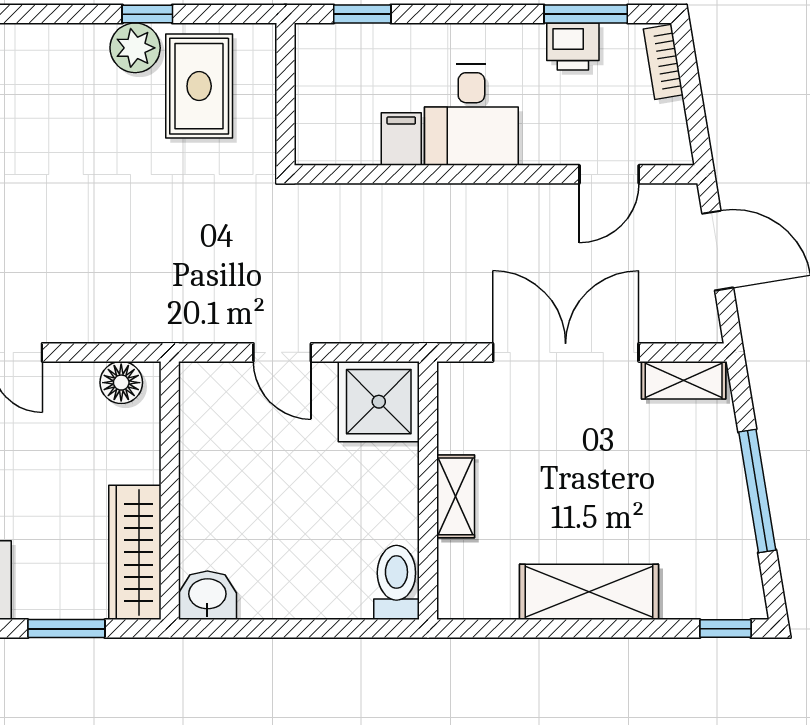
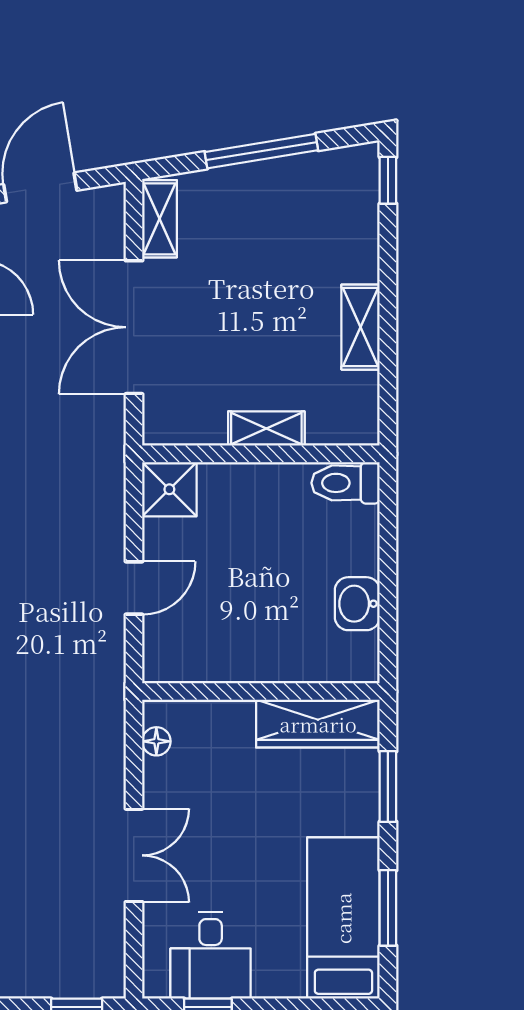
floor lamp: (121, 383) -> (156, 741), width x0.73, depth x0.73
shower: (379, 402) -> (169, 489), width x0.73, depth x0.73
shelving: (589, 592) -> (361, 327), width x0.67, depth x0.75
washbasin: (207, 595) -> (357, 604), moved

